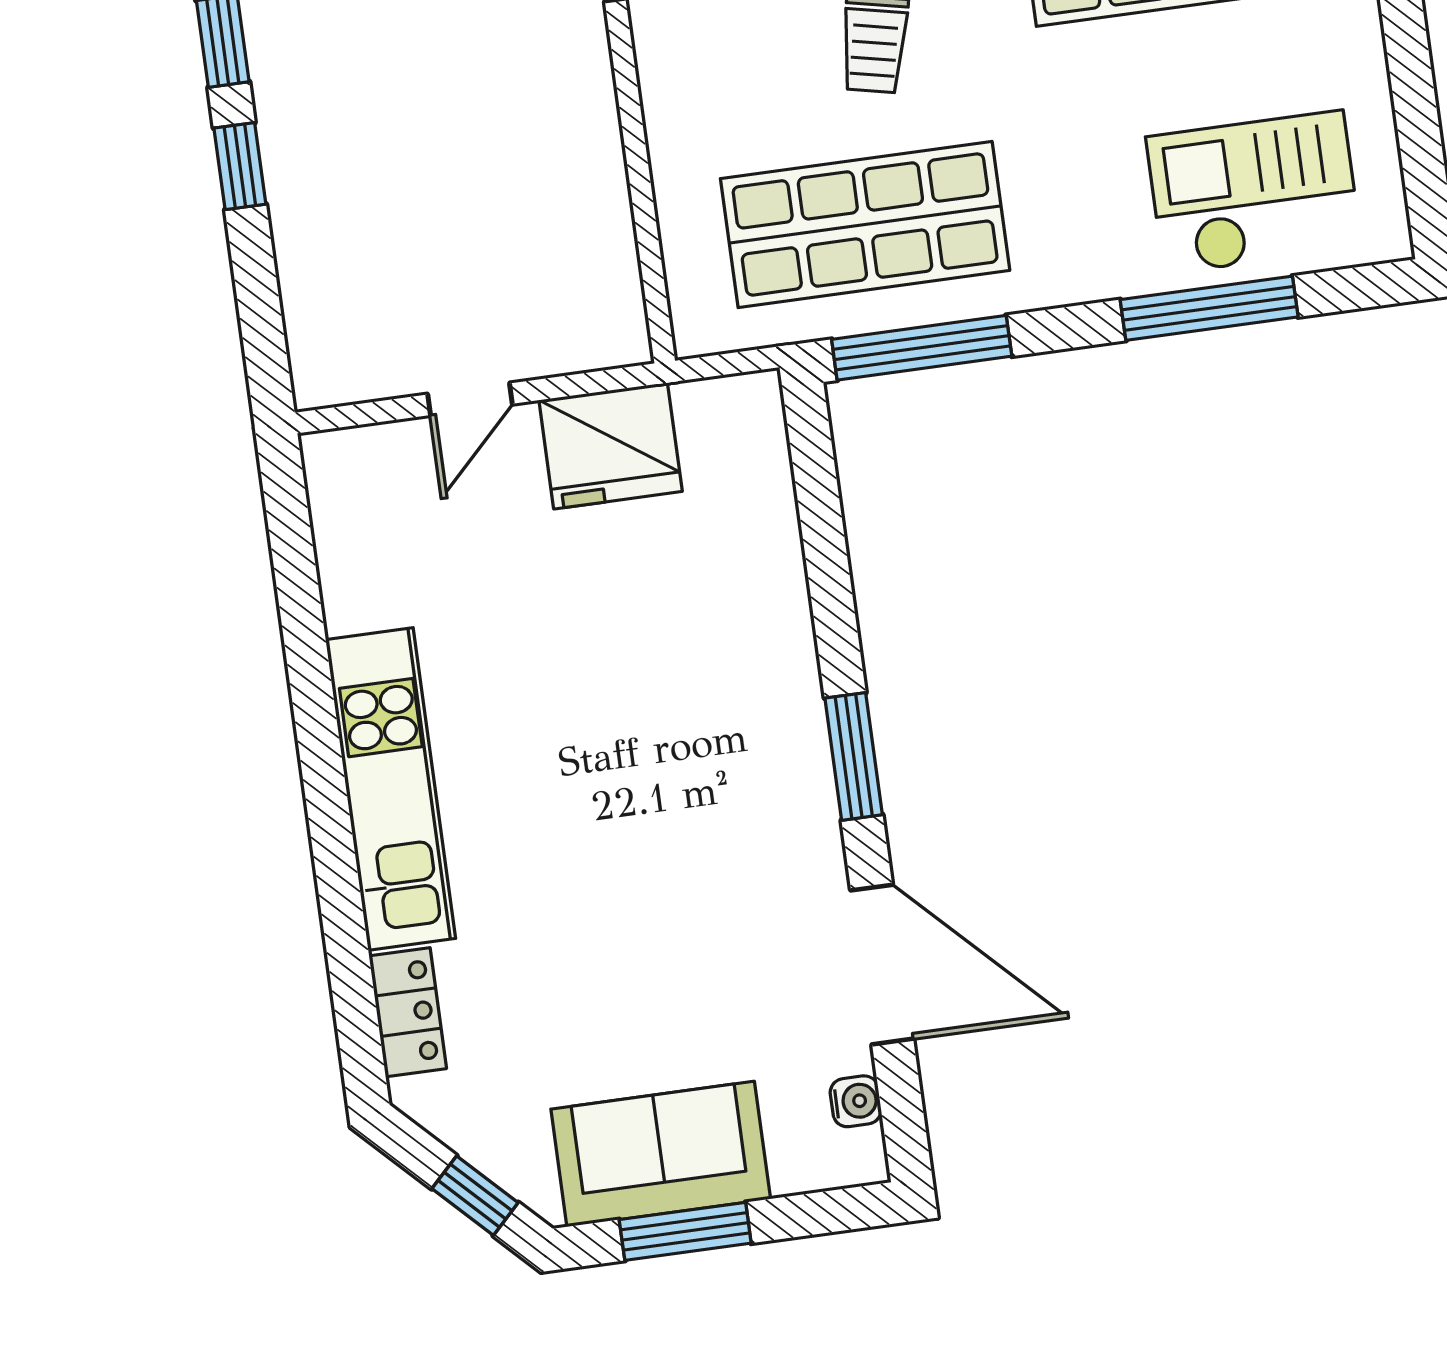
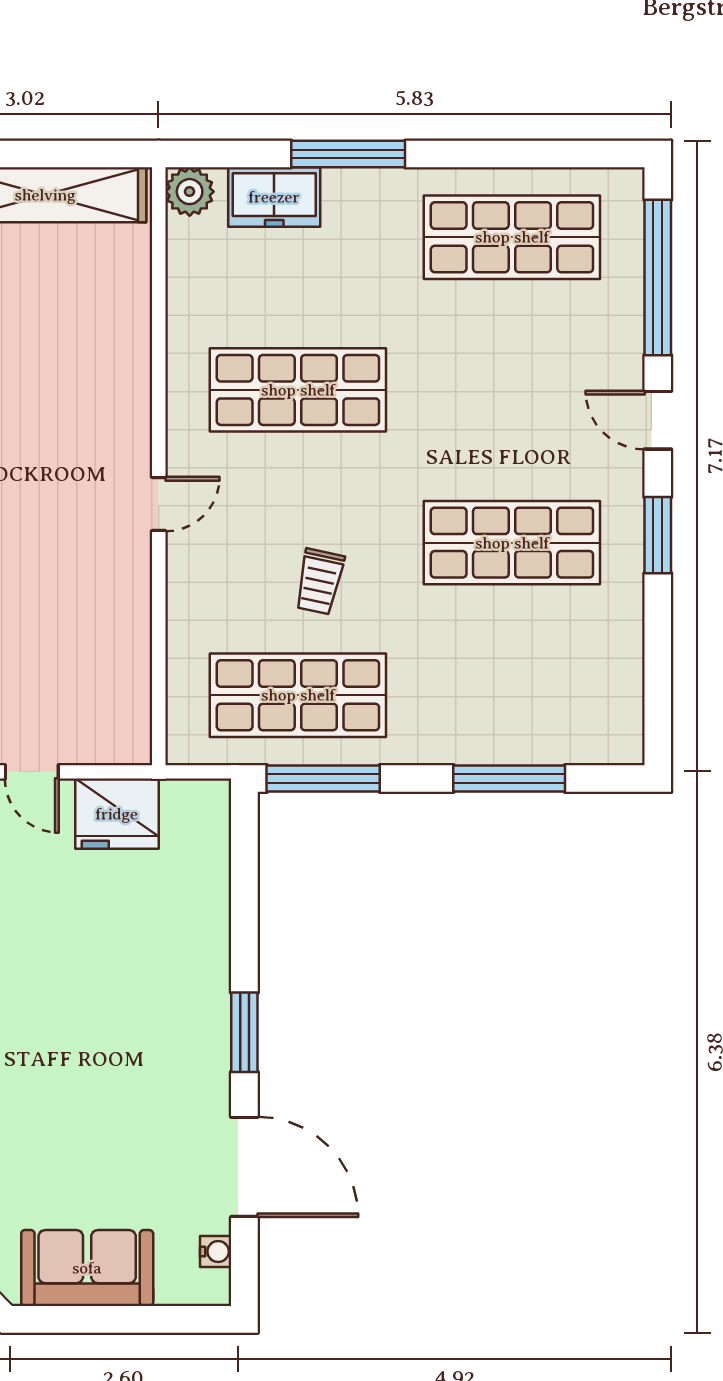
checkout: (1254, 193) -> (548, 709), removed
door: (470, 399) -> (32, 772), hinge flipped
window: (685, 1231) -> (96, 1319), removed

